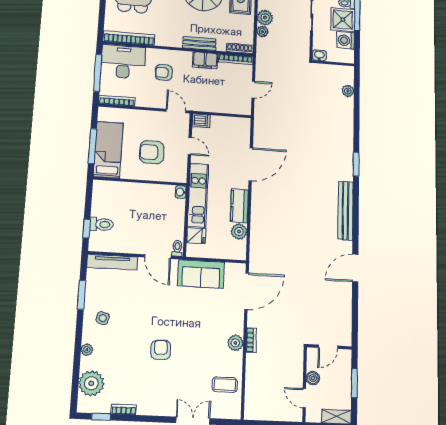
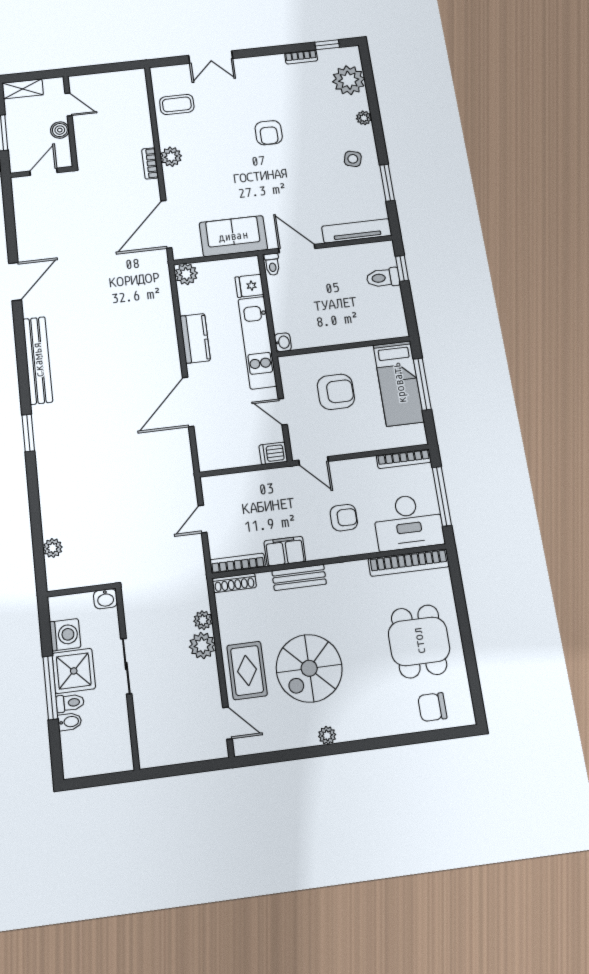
plant: (239, 232) -> (186, 274), moved

